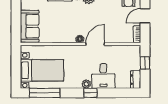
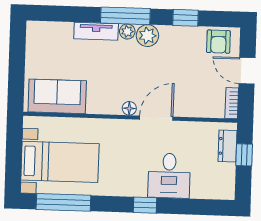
door: (145, 16) -> (247, 71), hinge flipped
sofa: (30, 26) -> (57, 96), moved, turned -90
dresser: (136, 80) -> (228, 146), moved
plant: (86, 84) -> (138, 189), removed

